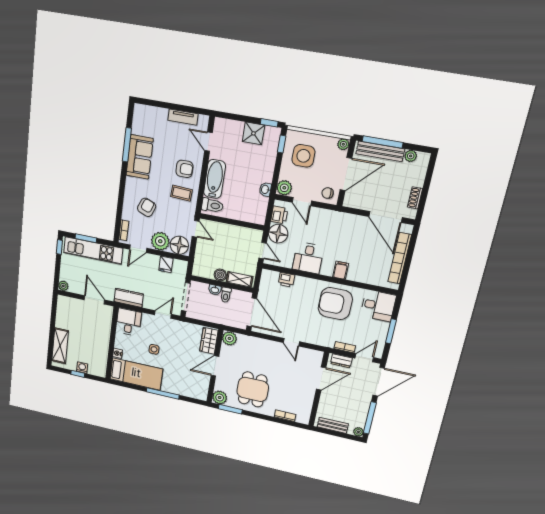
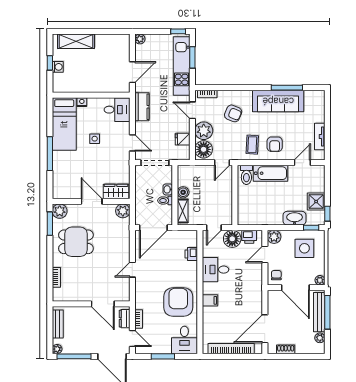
sofa: (140, 157) -> (278, 101), width x1.36
washbasin: (265, 189) -> (295, 218), moved, width x1.91, depth x1.45

